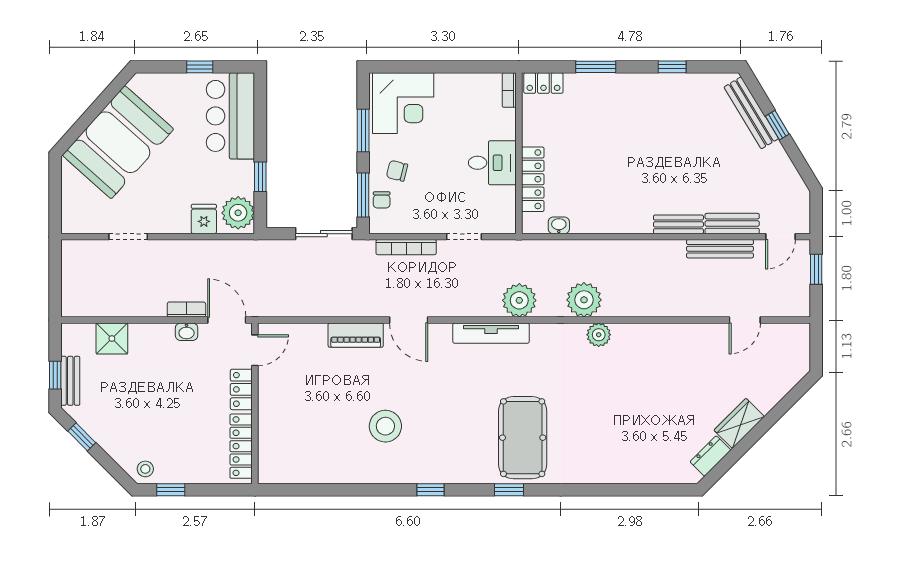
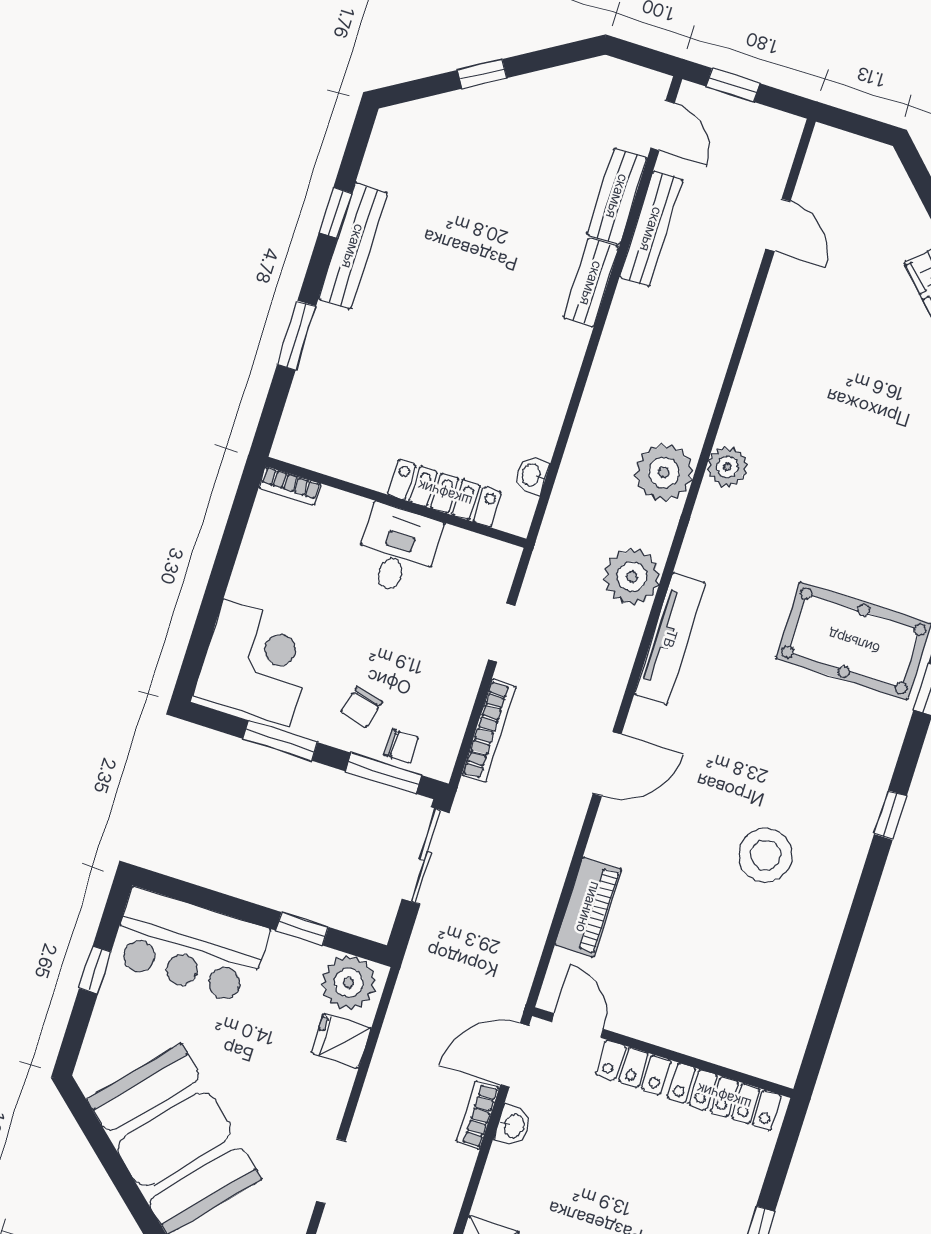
locker: (543, 83) -> (296, 427), removed
bench: (751, 113) -> (353, 246), moved, turned -59
piano: (356, 335) -> (588, 907), moved

